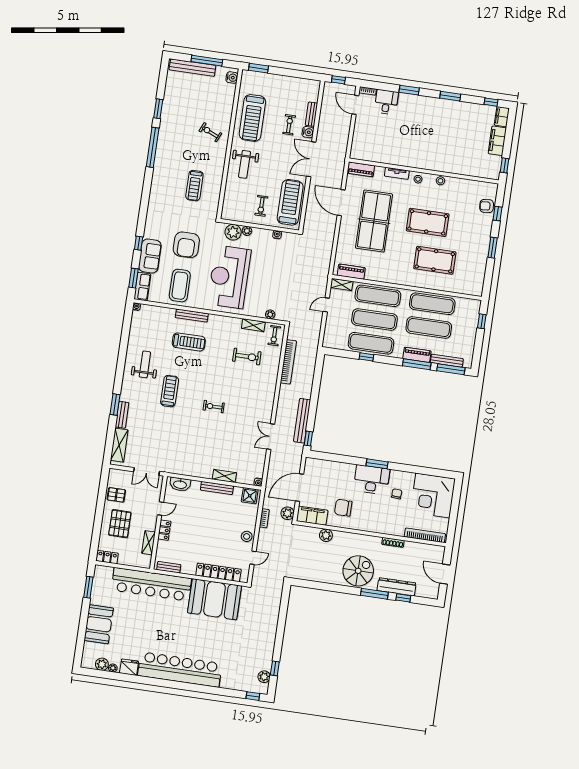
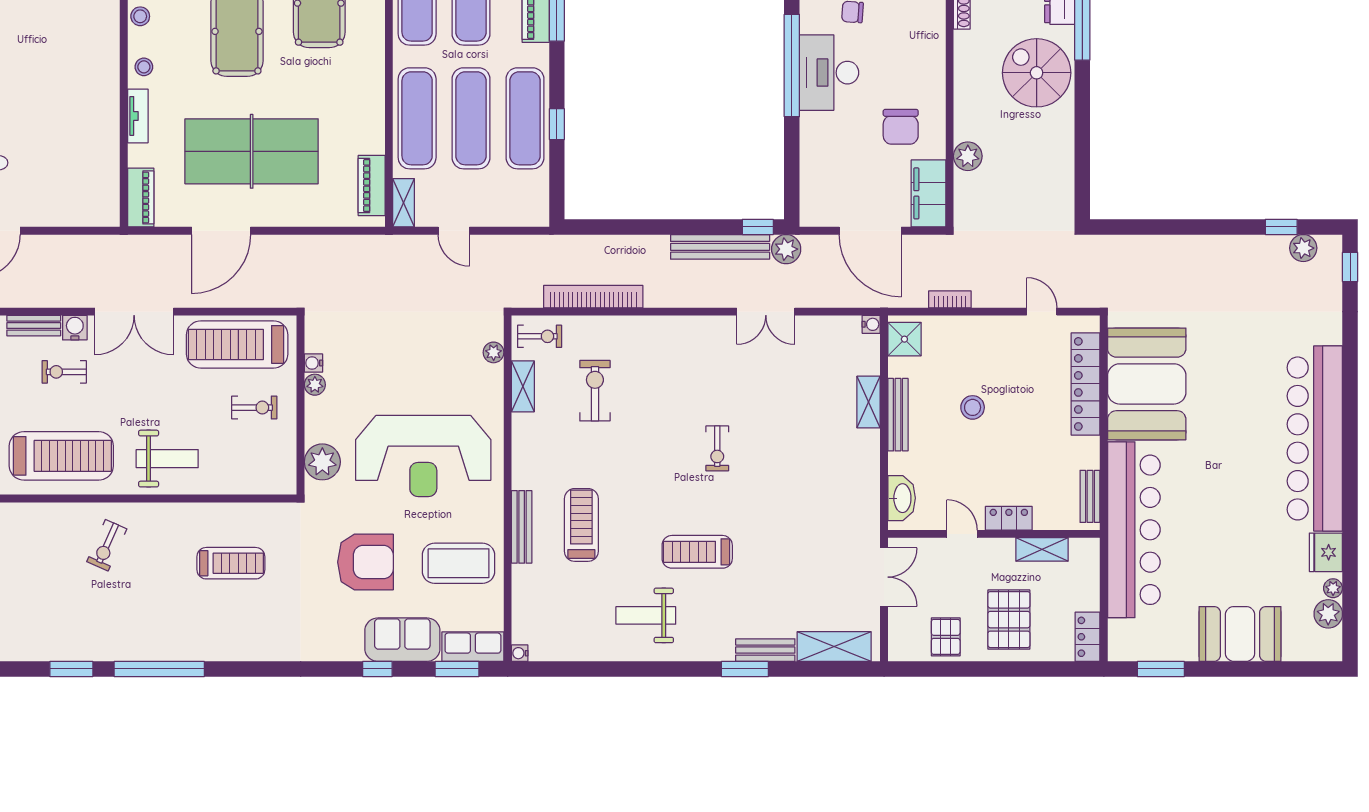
plant: (247, 231) -> (315, 385), moved
window: (377, 464) -> (792, 66), width x2.11
plant: (288, 513) -> (786, 249), moved
pallet: (120, 524) -> (1009, 620), turned 90
stool: (247, 536) -> (973, 407), moved

